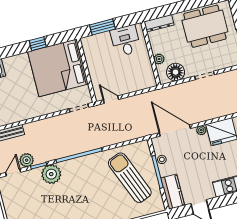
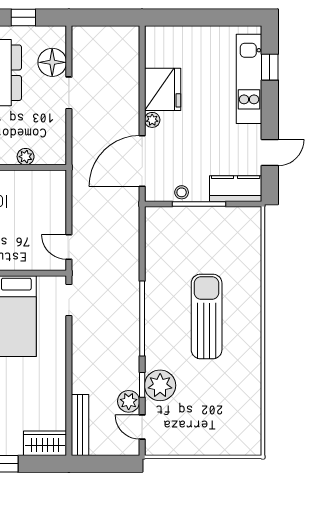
floor lamp: (176, 72) -> (52, 62), moved
door: (111, 100) -> (69, 247), hinge flipped
plant: (51, 174) -> (160, 385), moved
sun lounger: (130, 178) -> (207, 316), moved, turned 112

